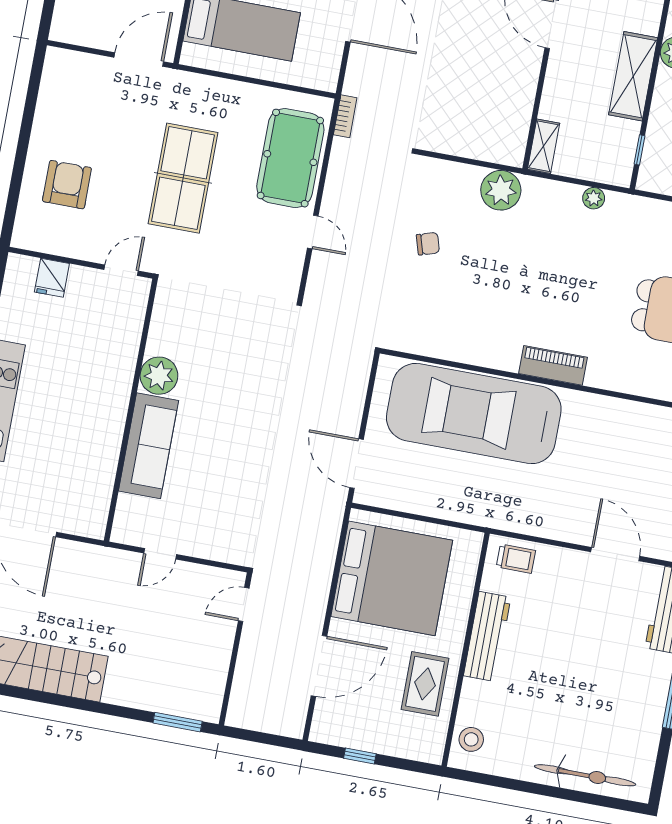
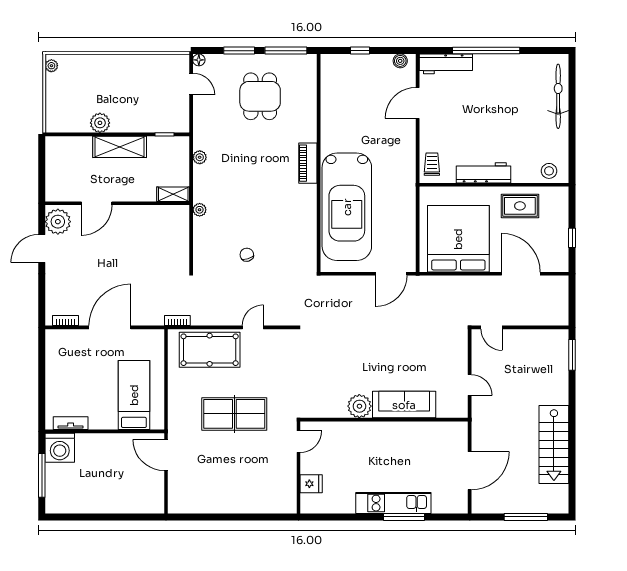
armchair: (67, 185) -> (252, 485), removed
plant: (501, 190) -> (200, 210), width x0.53, depth x0.53
door: (121, 270) -> (299, 442), swing flipped

